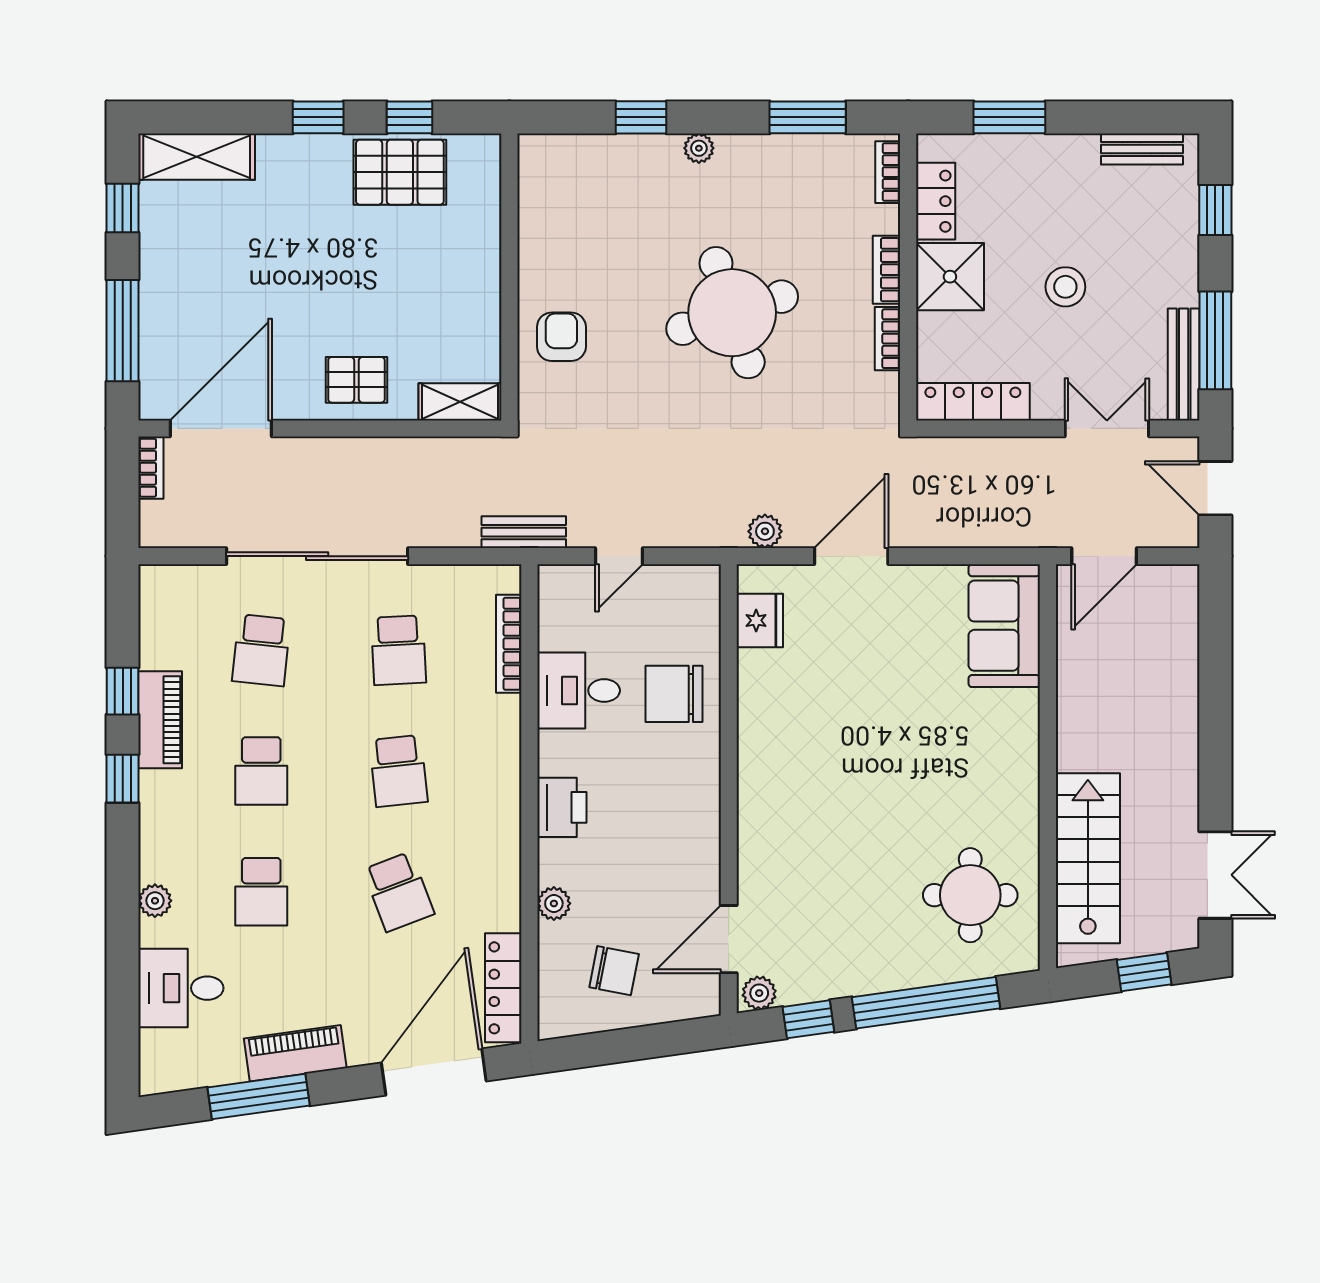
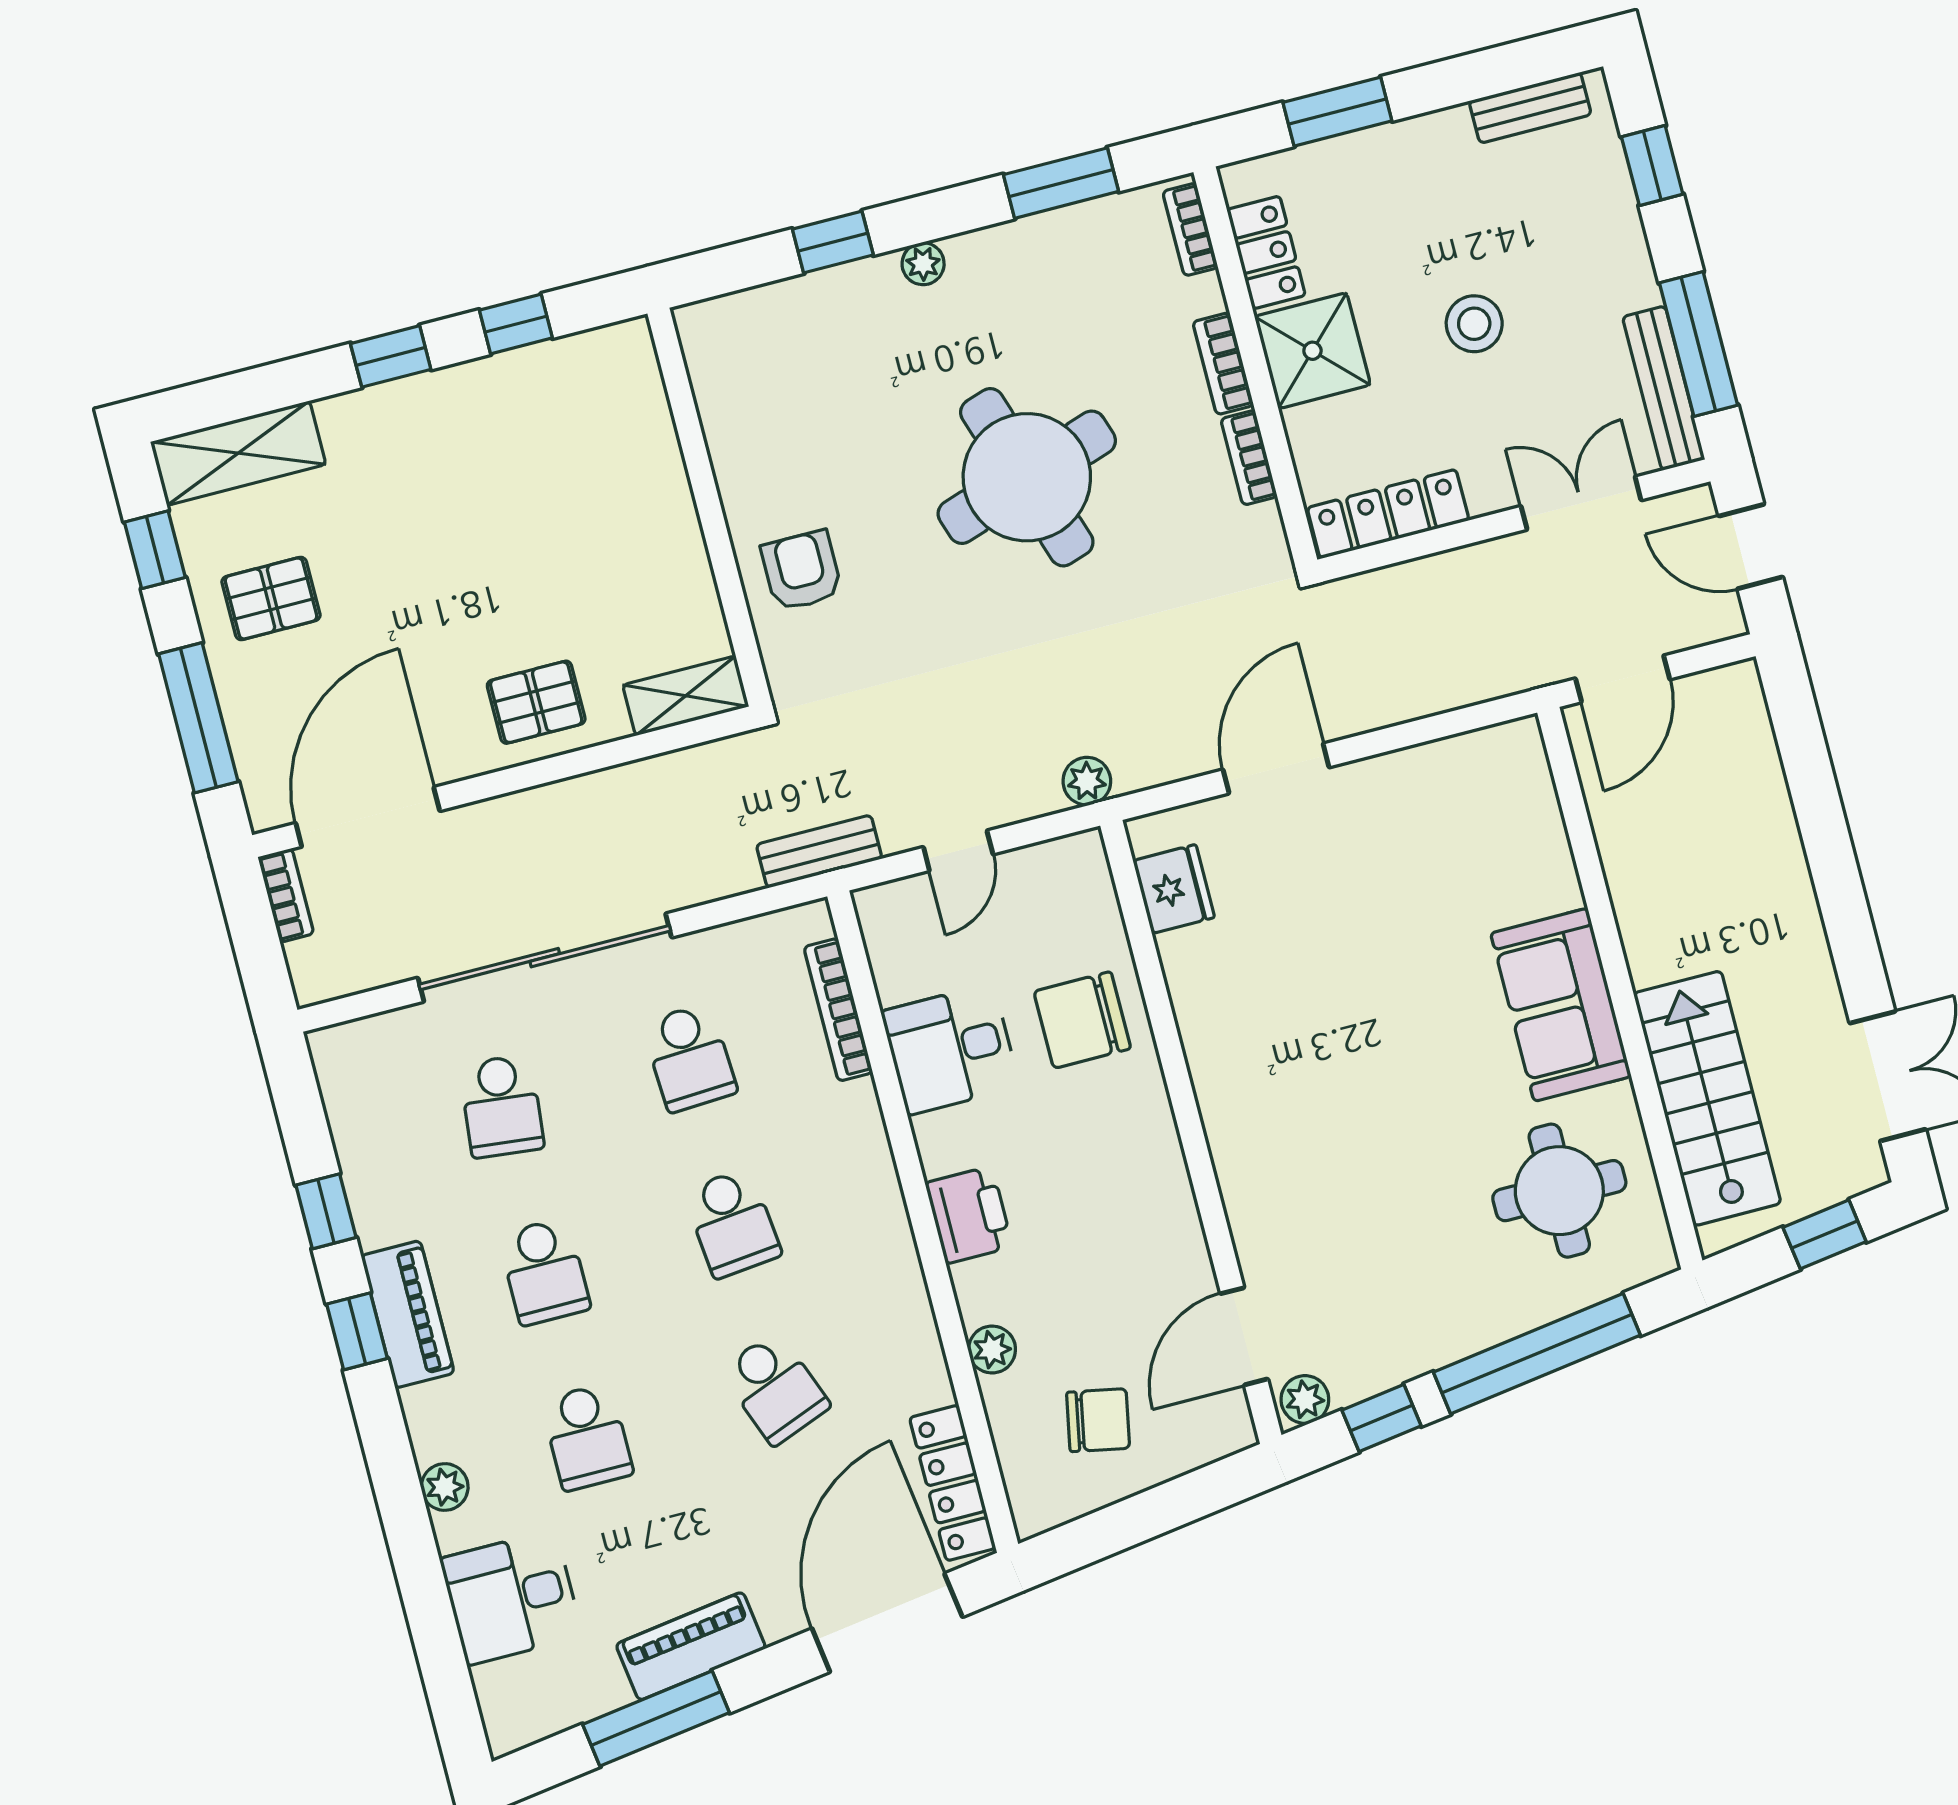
pallet: (400, 172) -> (271, 598), moved, width x0.67, depth x0.71
plant: (765, 531) -> (1087, 781), moved
sofa: (1004, 626) -> (1561, 1005), moved
piano: (160, 720) -> (408, 1314), moved

